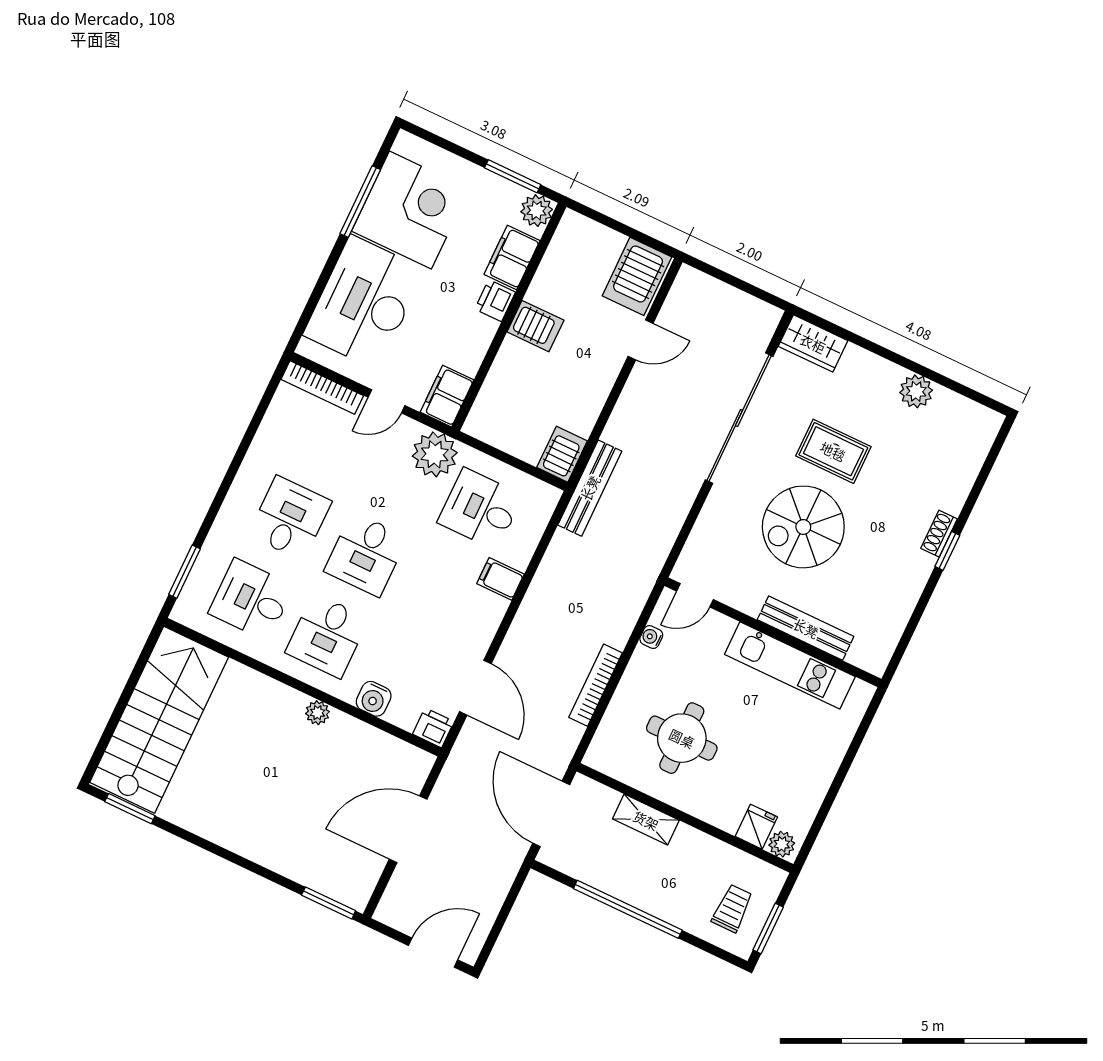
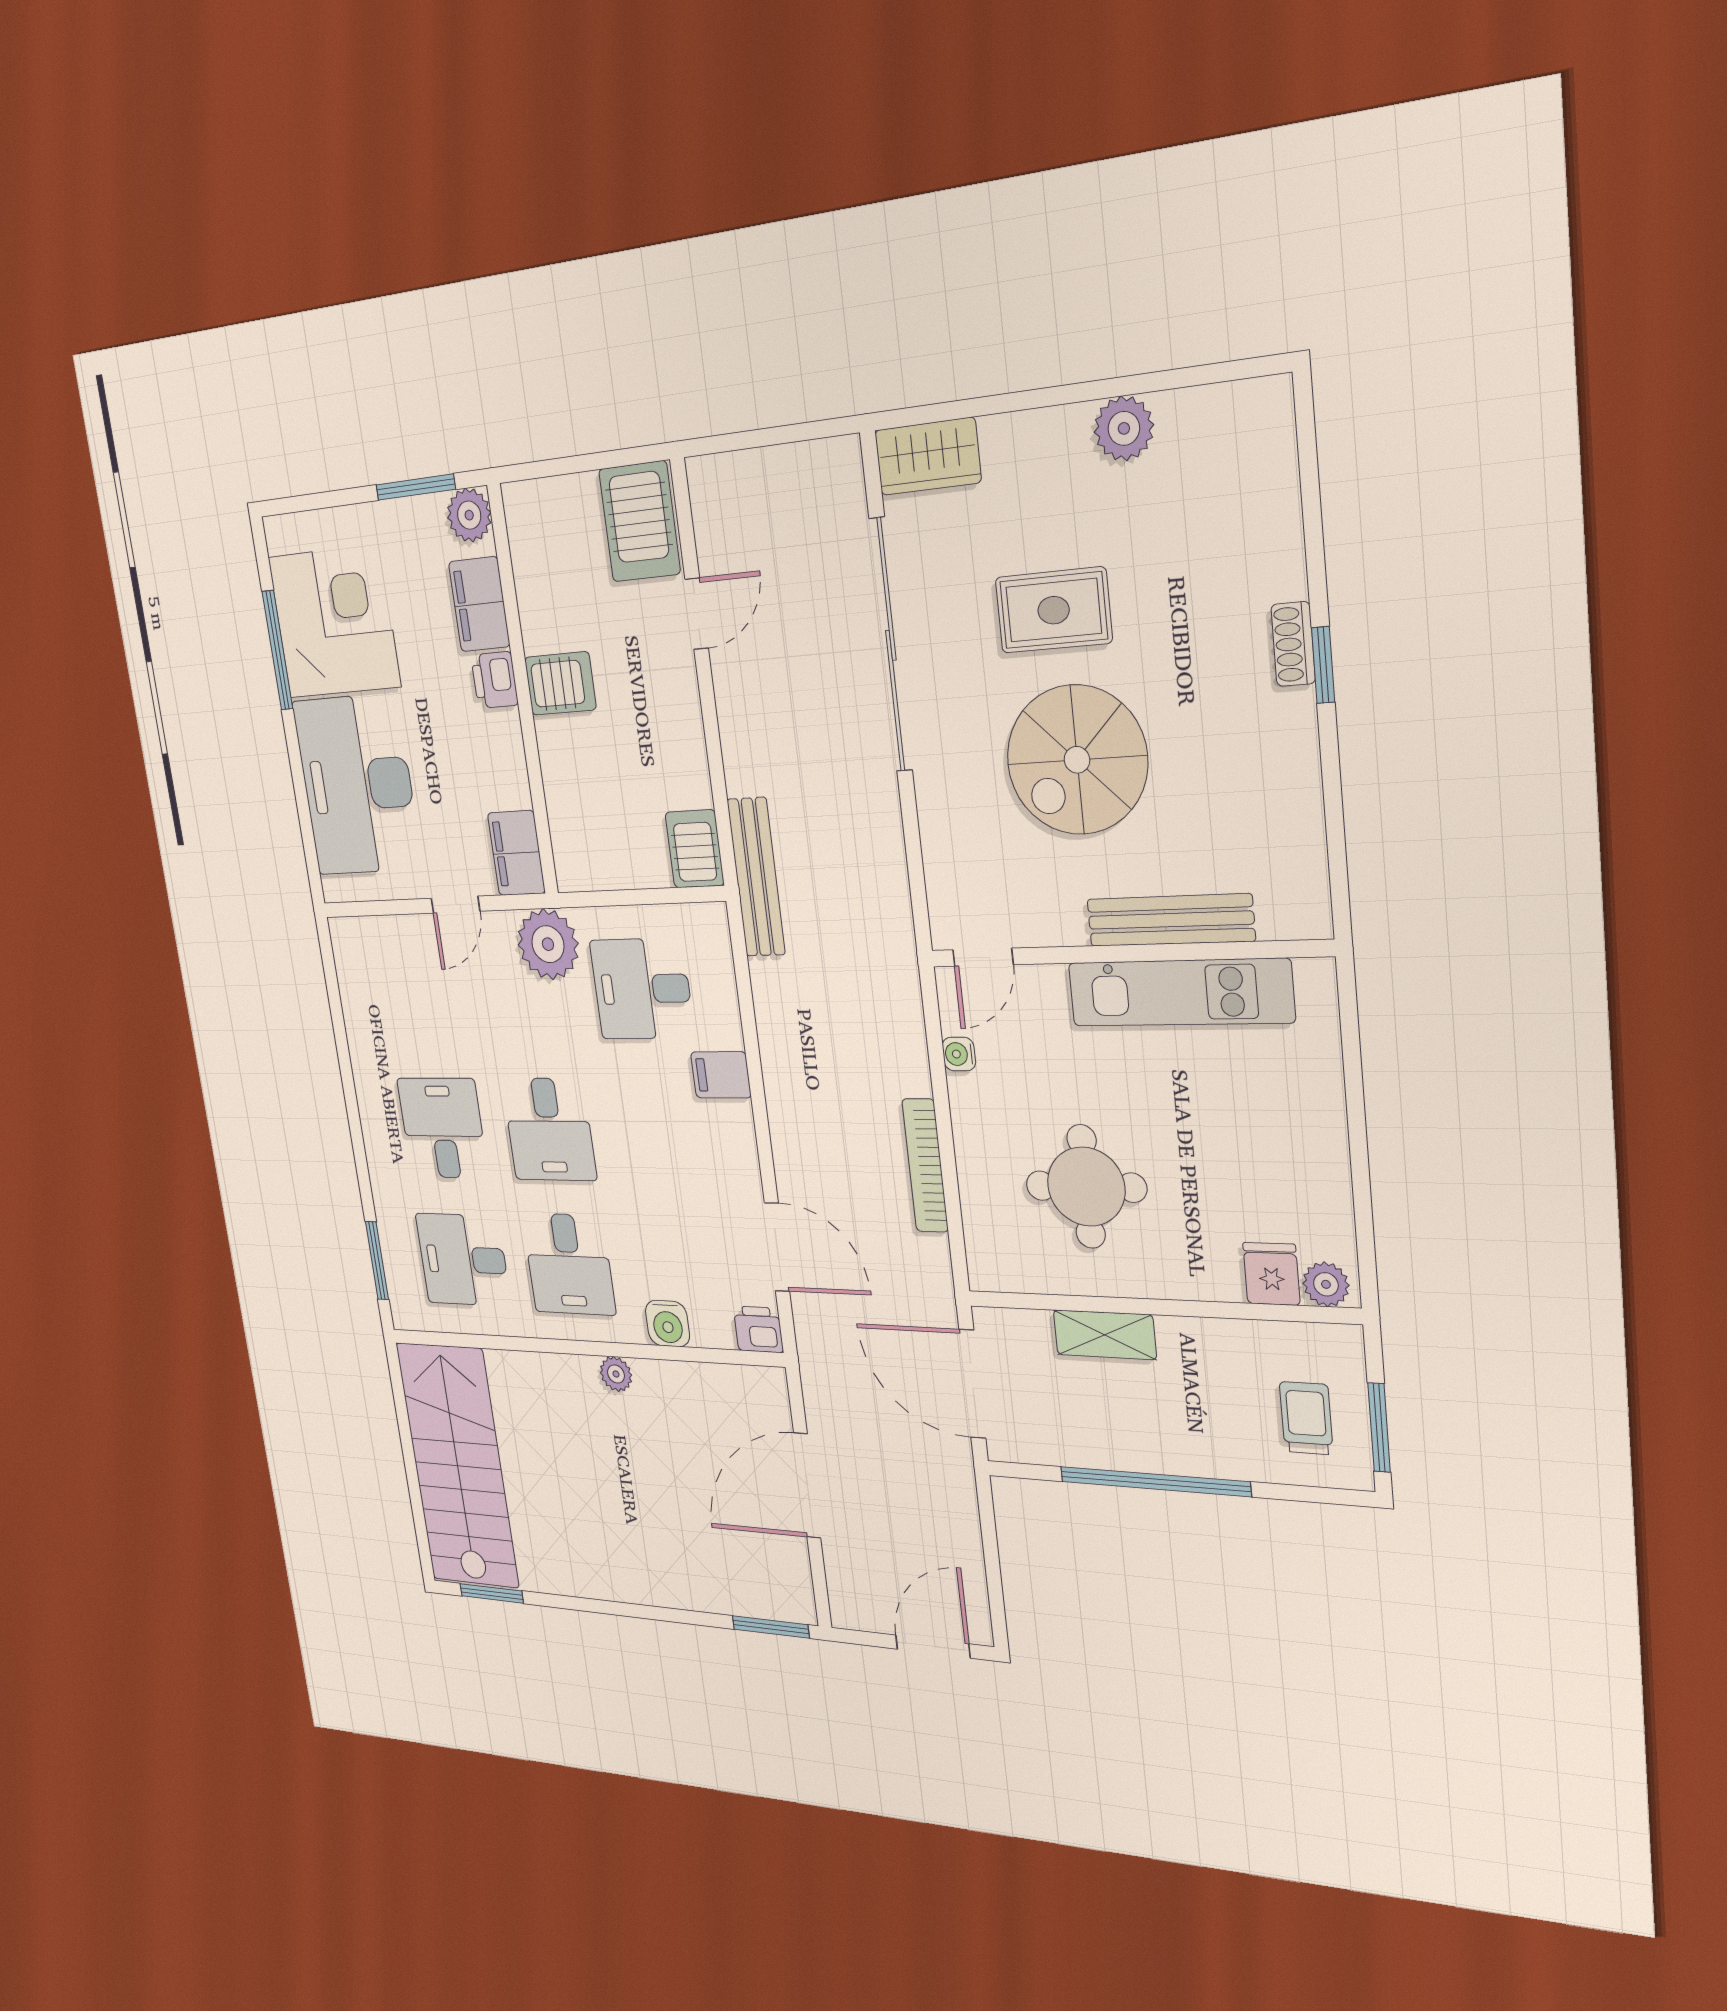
bookcase: (322, 388) -> (379, 931), removed

